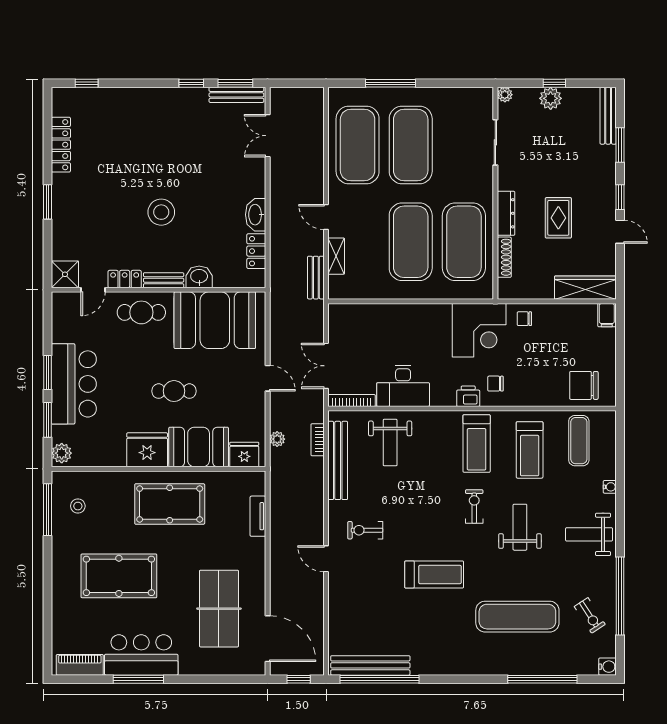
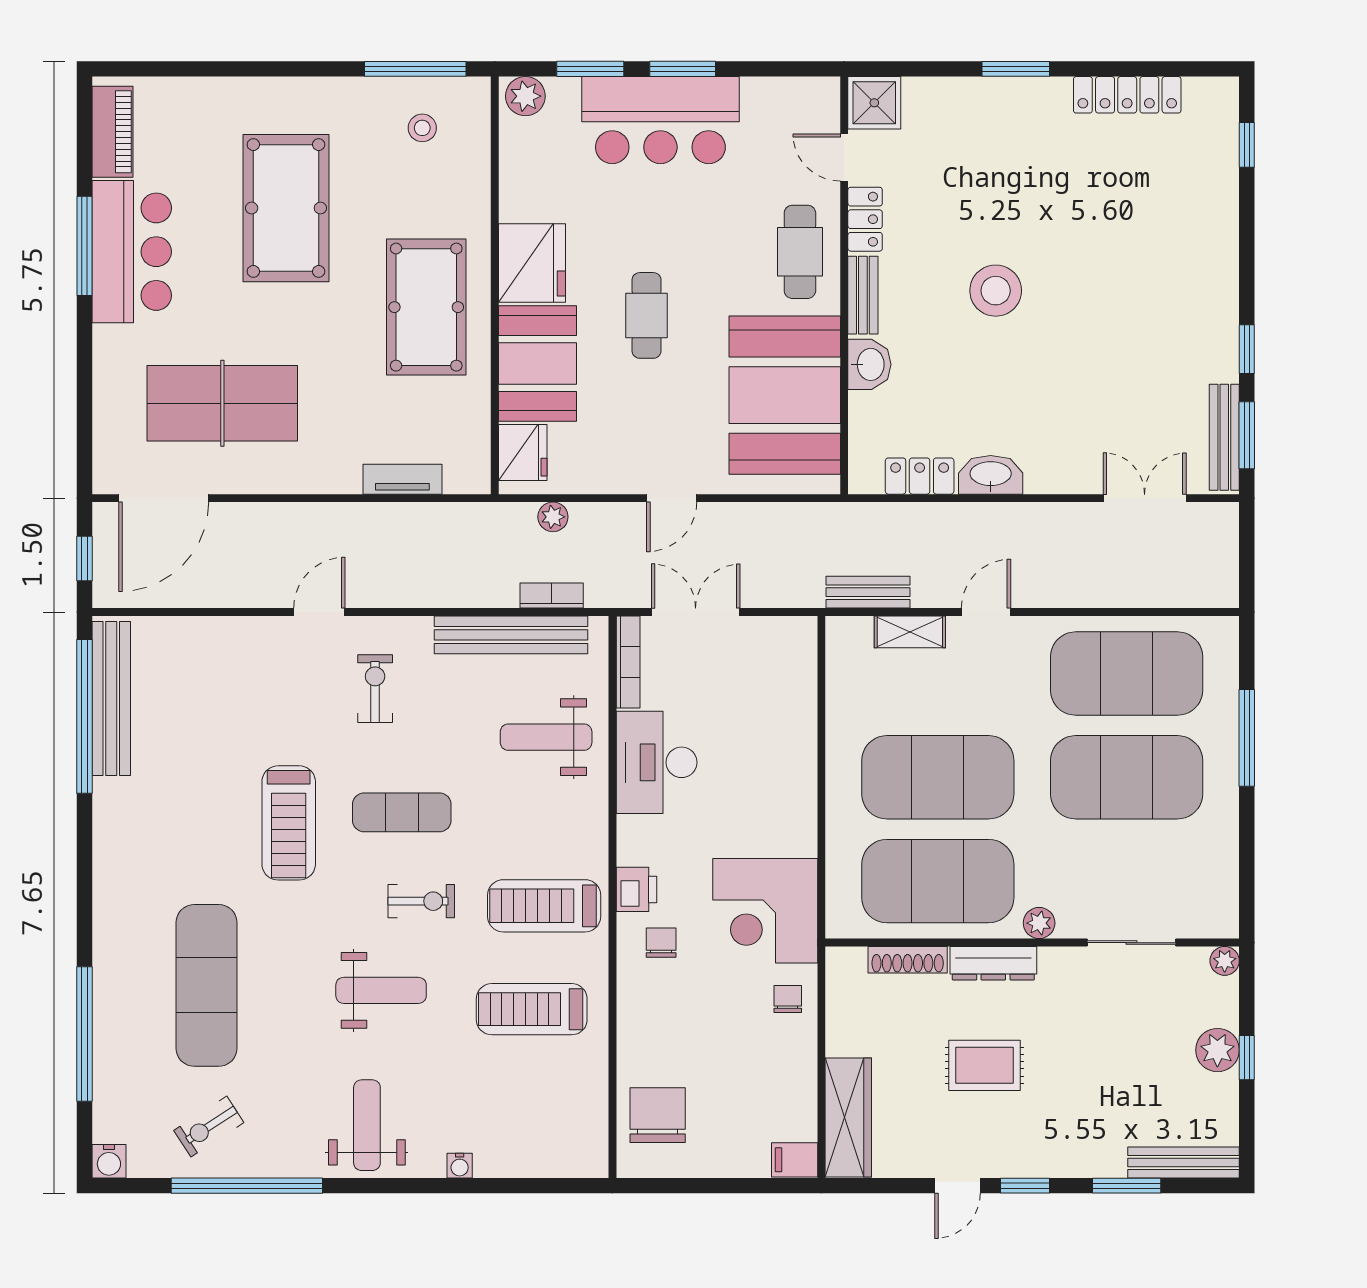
plant: (485, 190) -> (1039, 923), added
exercise mat: (579, 441) -> (402, 812), moved

